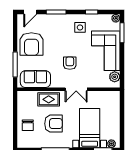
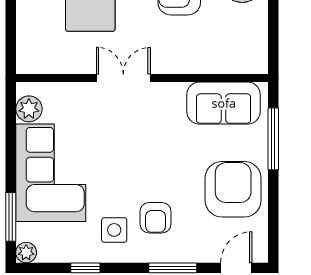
armchair: (70, 63) -> (156, 218), moved
rug: (49, 99) -> (191, 53), removed

